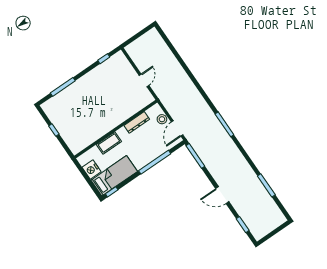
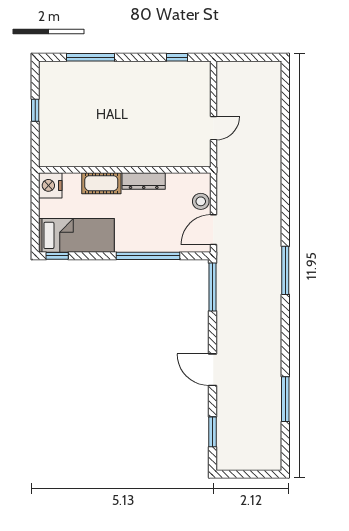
dresser: (137, 122) -> (144, 181), moved
nightstand: (92, 170) -> (50, 185), moved

